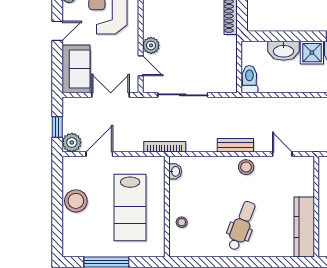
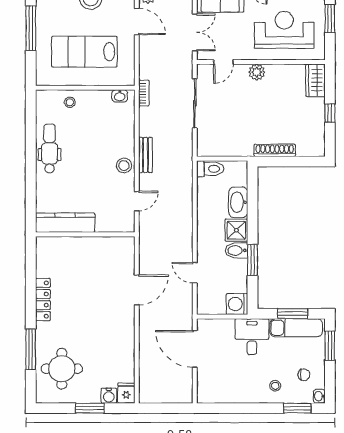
plant: (151, 45) -> (257, 72), moved
bookcase: (165, 147) -> (144, 93), width x0.64
dental chair: (242, 226) -> (50, 148), moved, turned -111

